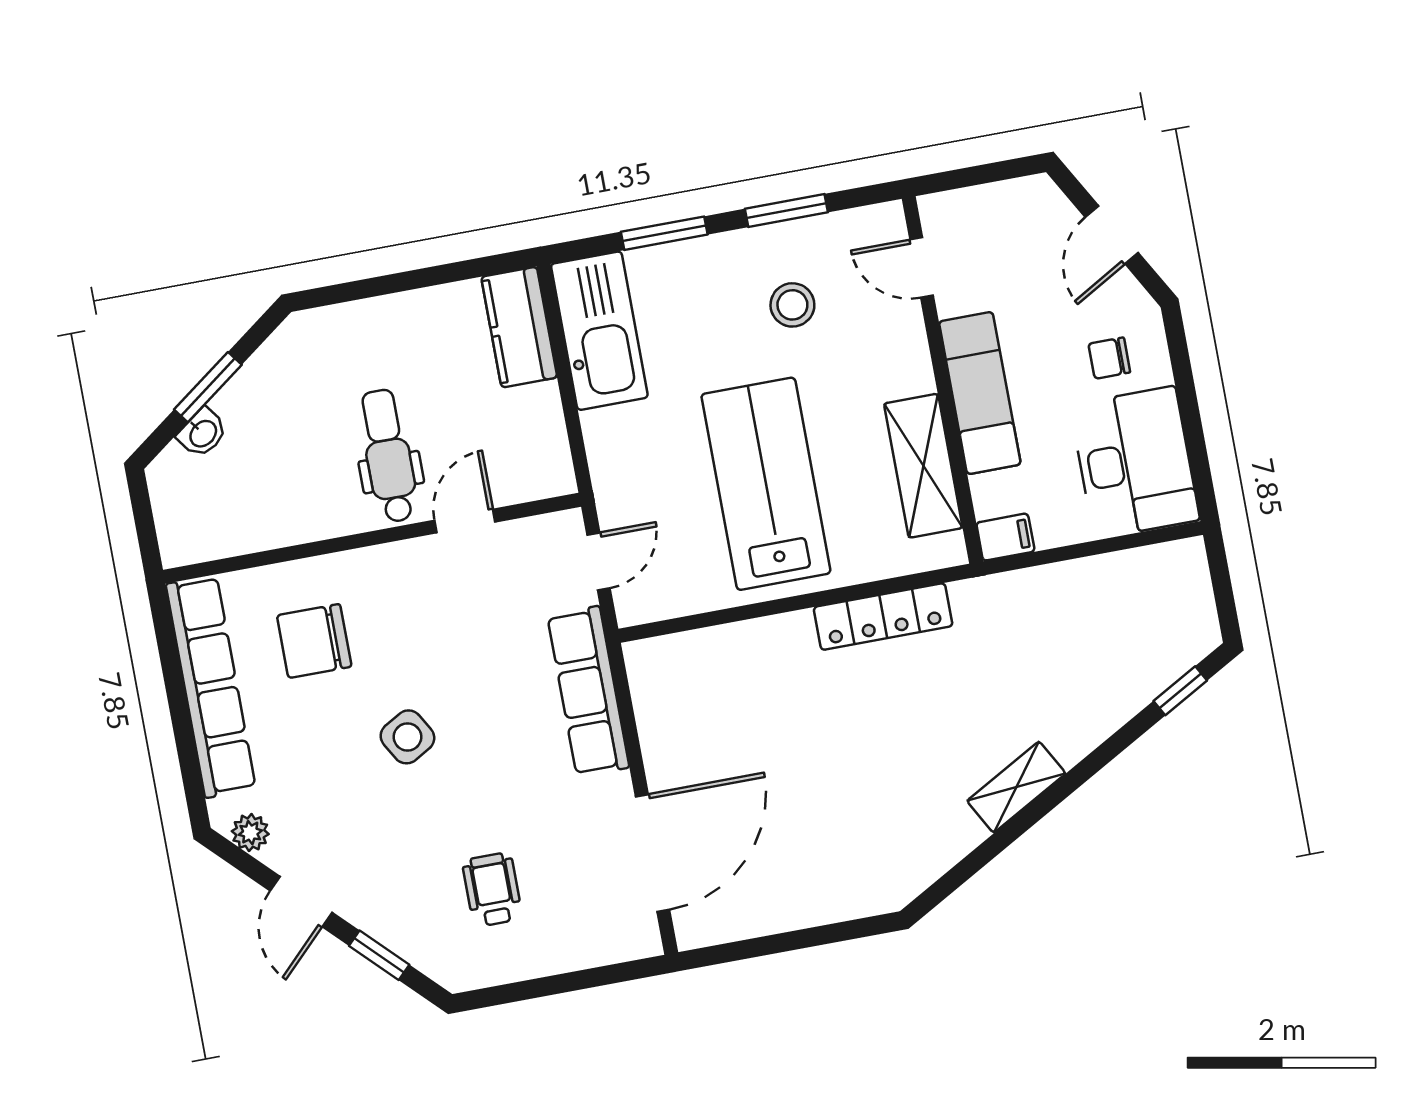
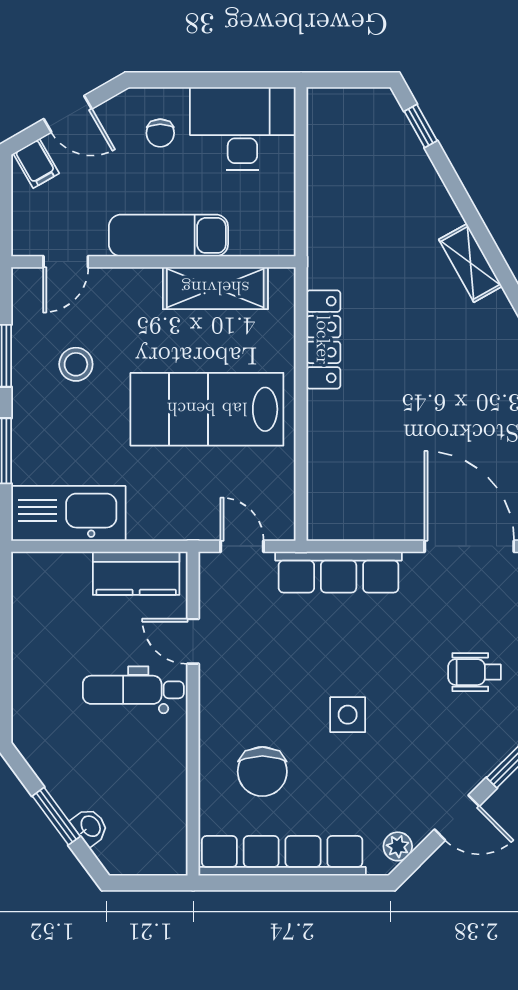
kitchen counter: (519, 327) -> (136, 573), moved
filing cabinet: (1005, 537) -> (36, 163), moved, turned 150
side table: (407, 737) -> (348, 715), turned 30

